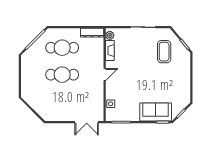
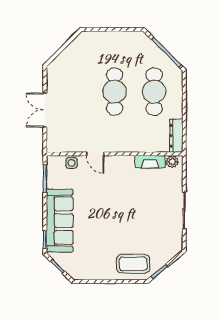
coffee table: (164, 52) -> (133, 264), moved
door: (105, 75) -> (95, 154), moved
sofa: (156, 112) -> (60, 221), width x1.36
double door: (87, 122) -> (45, 110), moved

